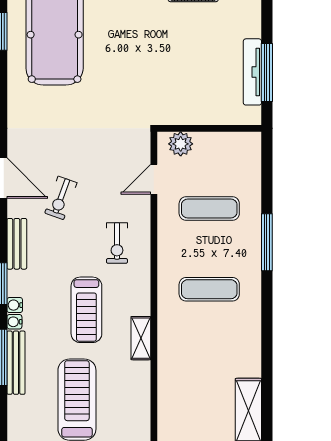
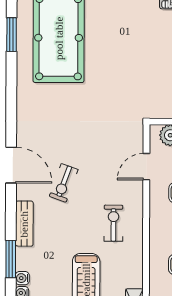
exercise bike: (117, 243) -> (113, 223), turned 180

